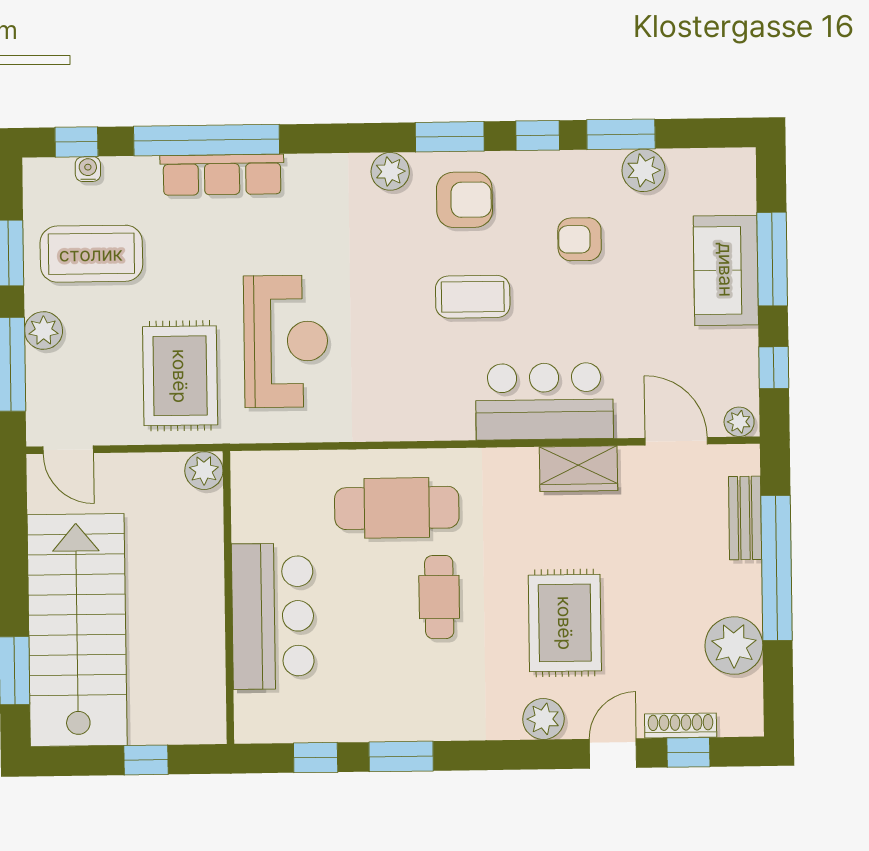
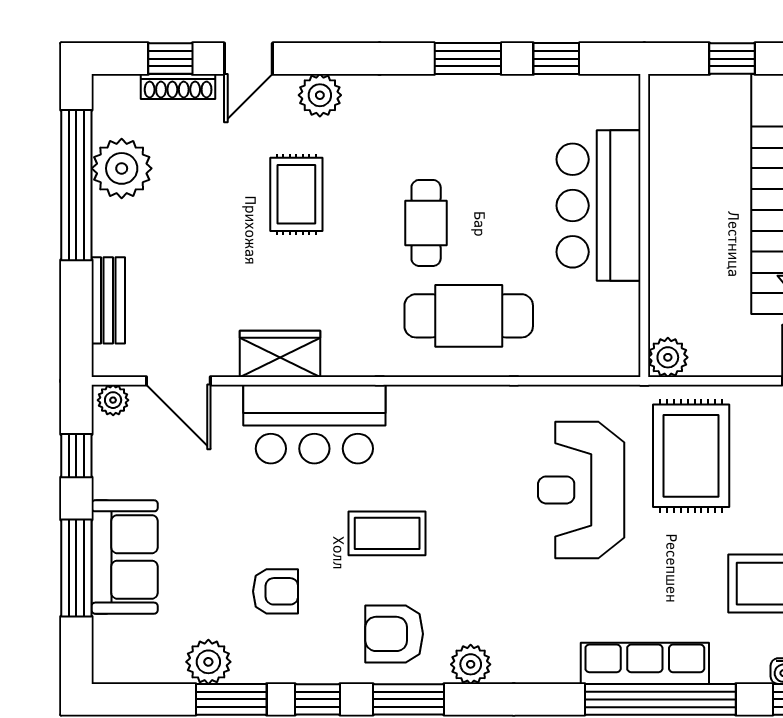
window: (777, 568) -> (76, 185), moved
rug: (565, 623) -> (296, 194), width x0.73, depth x0.70

